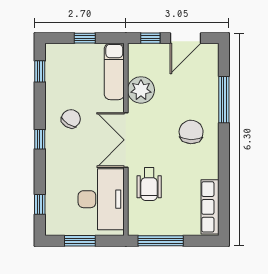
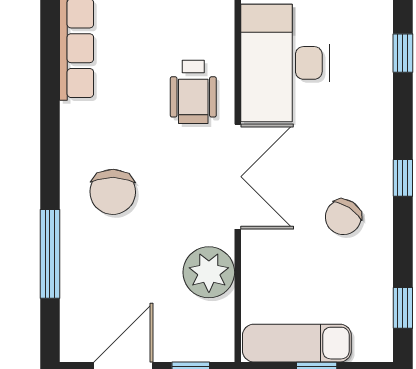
exam couch: (114, 71) -> (297, 343), moved, turned -90
wheelchair: (149, 184) -> (193, 92), turned 180

